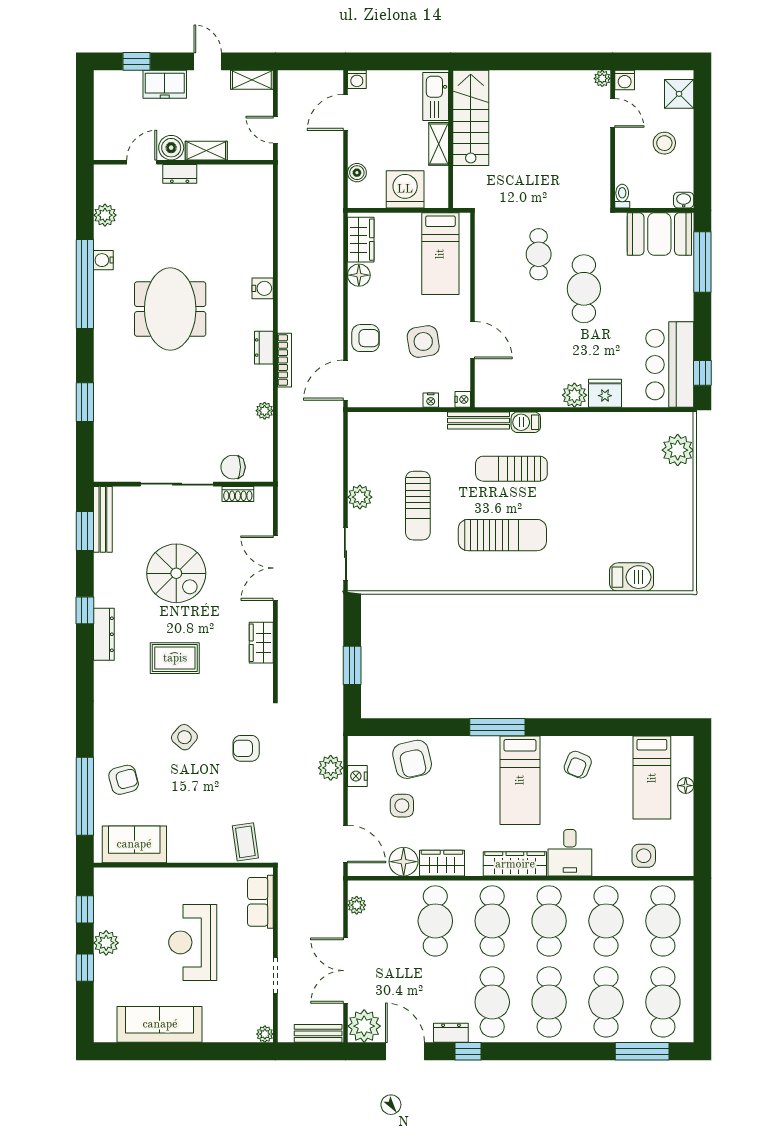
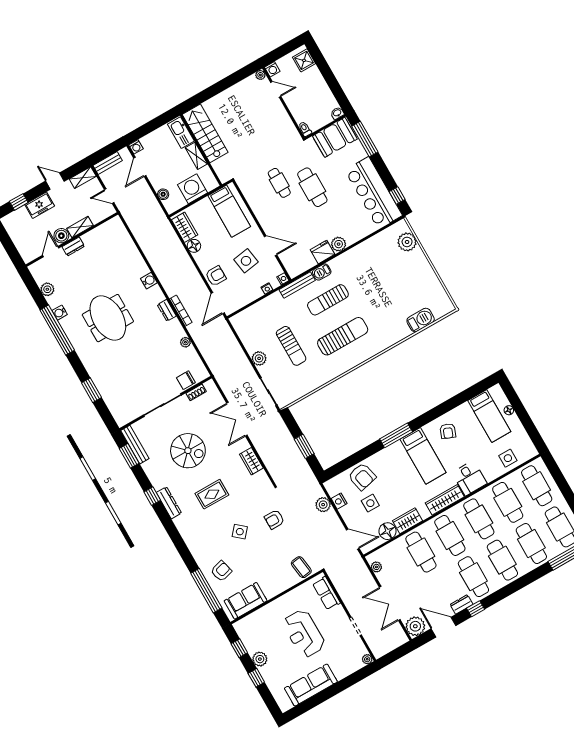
stool: (664, 143) -> (311, 90), removed
bar counter: (670, 365) -> (374, 193), width x1.36
fridge: (605, 393) -> (322, 252), moved
bench: (318, 1033) -> (108, 163), moved

